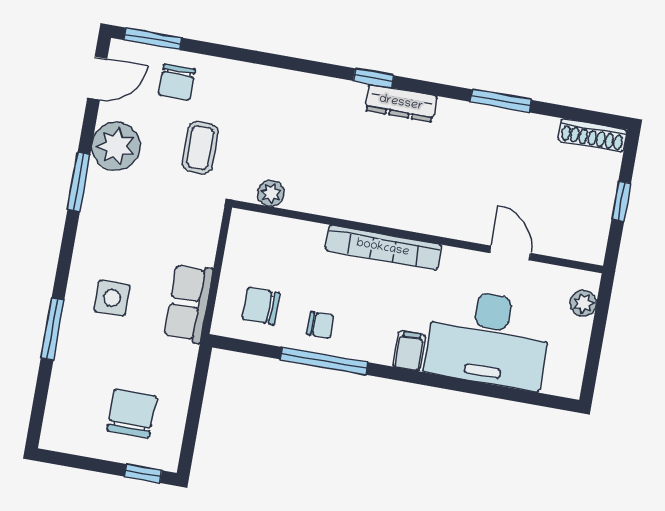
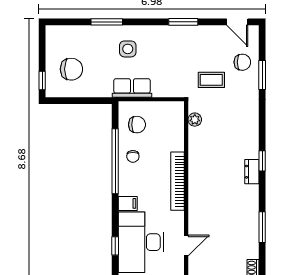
window: (153, 39) -> (262, 75), moved
chair: (177, 82) -> (242, 62), turned 180
dresser: (401, 103) -> (252, 172), width x0.70
plant: (116, 146) -> (205, 37), removed
chair: (261, 306) -> (137, 125), turned 90
window: (324, 361) -> (115, 161), width x1.46
window: (487, 390) -> (115, 246), added

